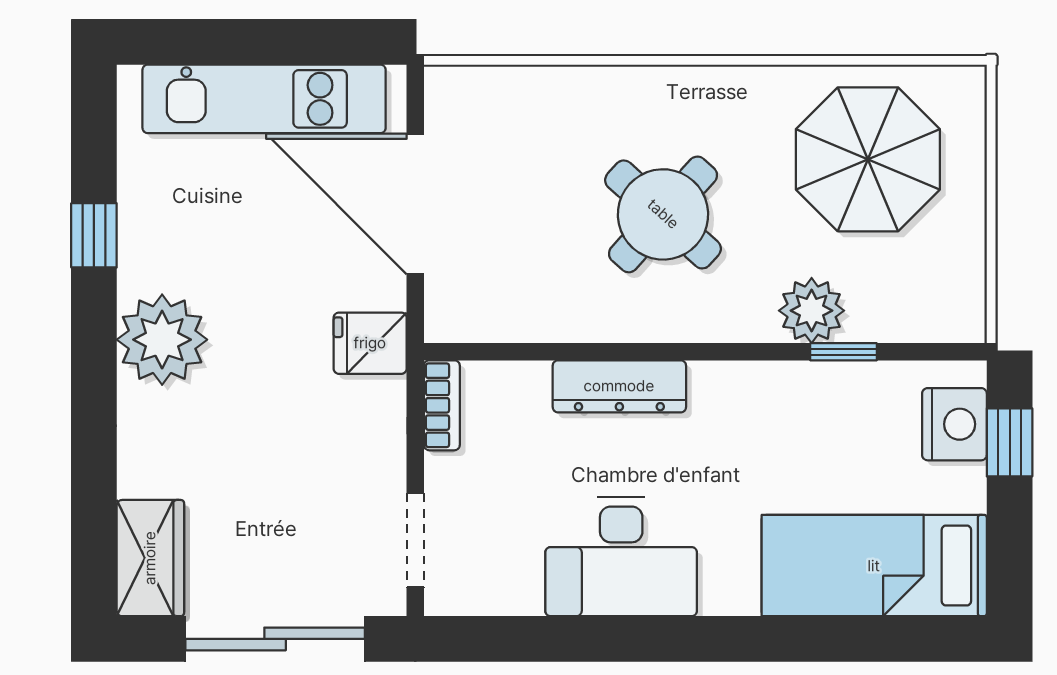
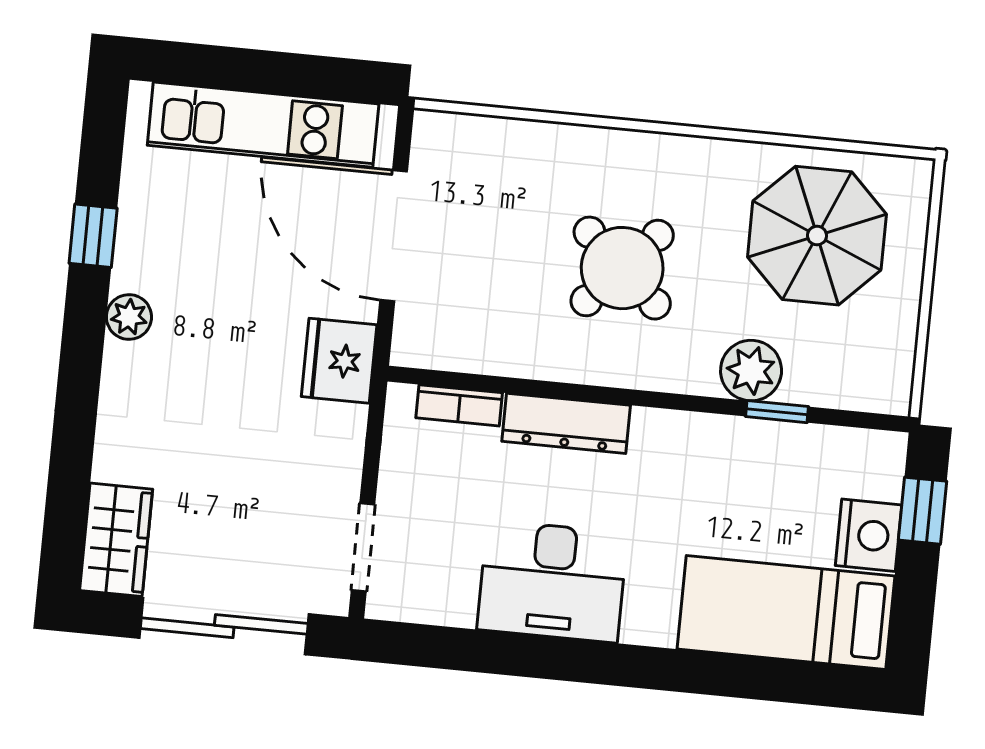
plant: (162, 340) -> (129, 317), width x0.53, depth x0.53
fridge: (370, 343) -> (339, 361), width x1.38
bookcase: (442, 405) -> (459, 405), moved, turned 90
nightstand: (954, 424) -> (869, 535), moved

